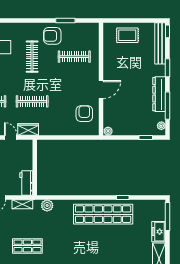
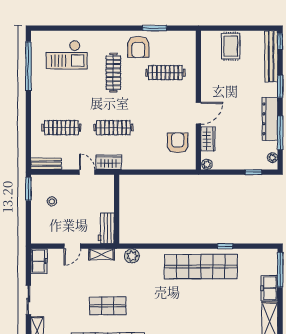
rug: (127, 35) -> (231, 46), turned 90
armchair: (52, 36) -> (138, 47), turned -90
wardrobe: (109, 111) -> (208, 139), added

